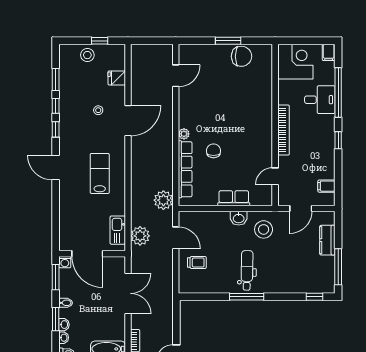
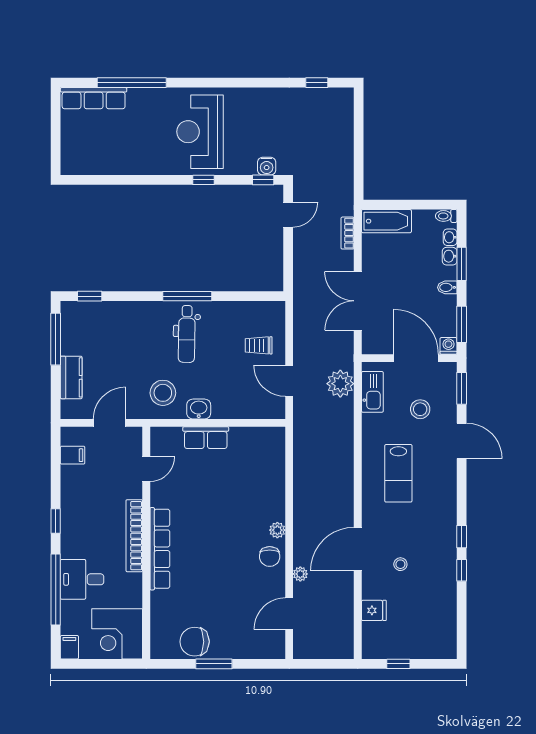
stool: (87, 55) -> (420, 409), moved
window: (56, 79) -> (462, 388), moved
chair: (213, 151) -> (270, 556), moved
door: (56, 168) -> (462, 441), moved
row of seats: (185, 169) -> (160, 549), moved, turned 180
plant: (163, 200) -> (300, 574), moved, width x0.53, depth x0.53

